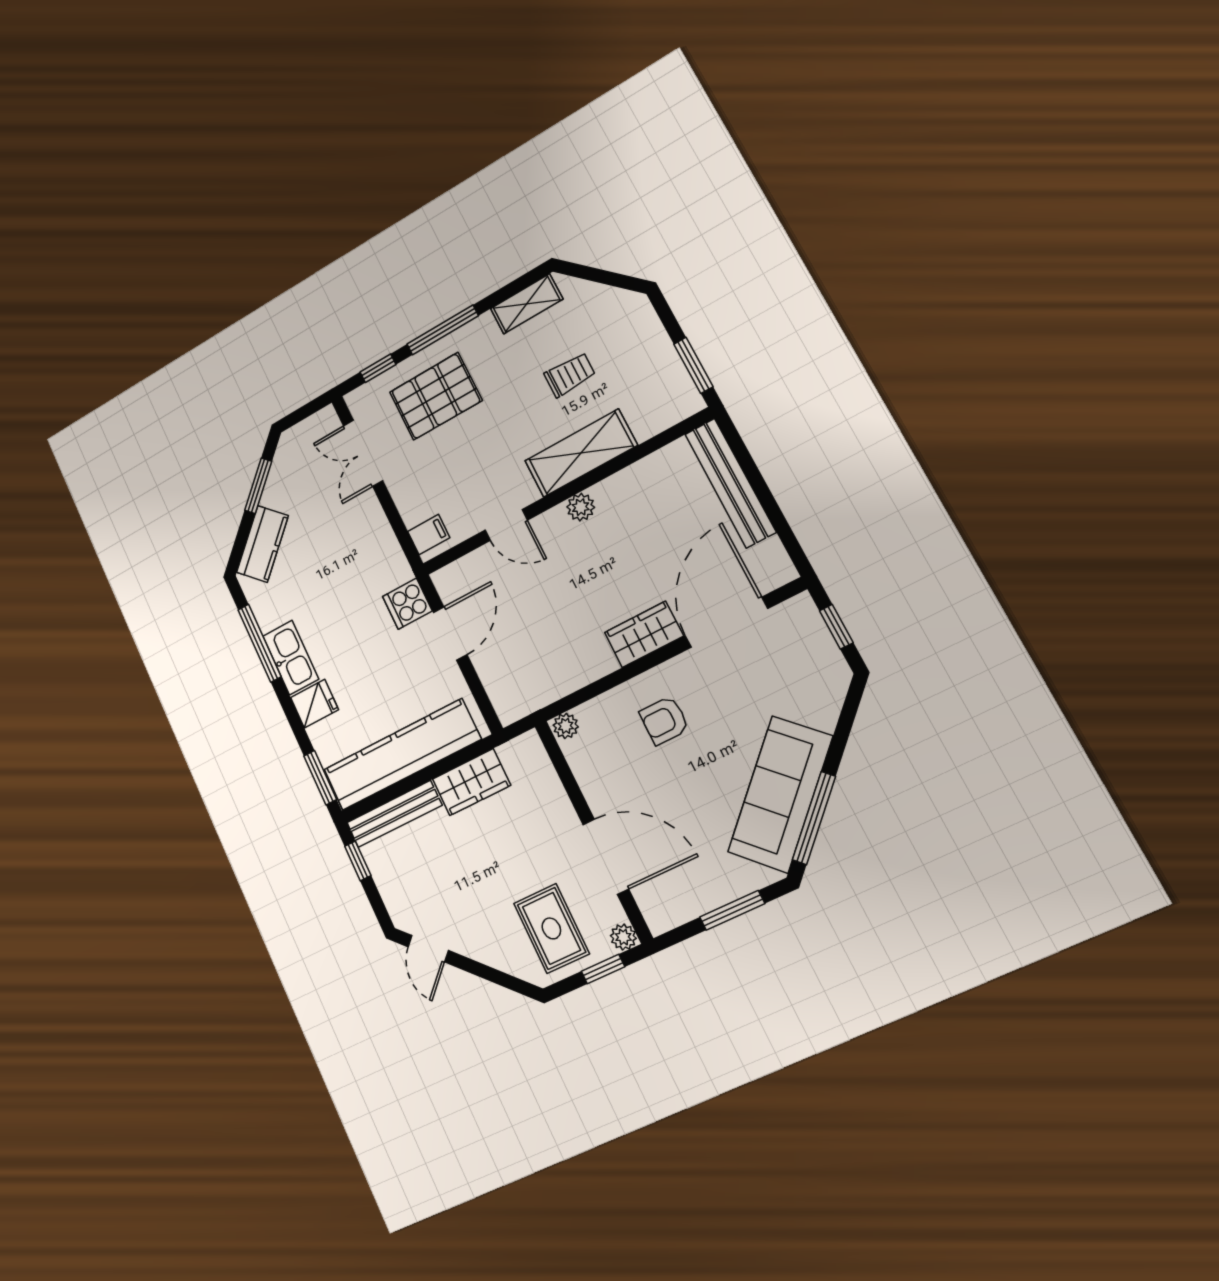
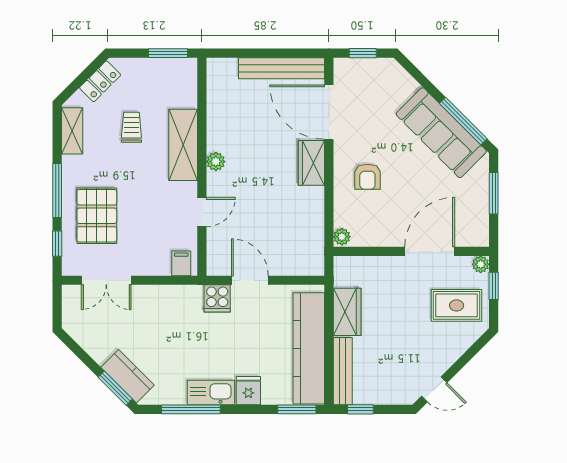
locker: (609, 301) -> (100, 81), added
bench: (730, 483) -> (281, 68), moved
window: (258, 486) -> (115, 388), moved

